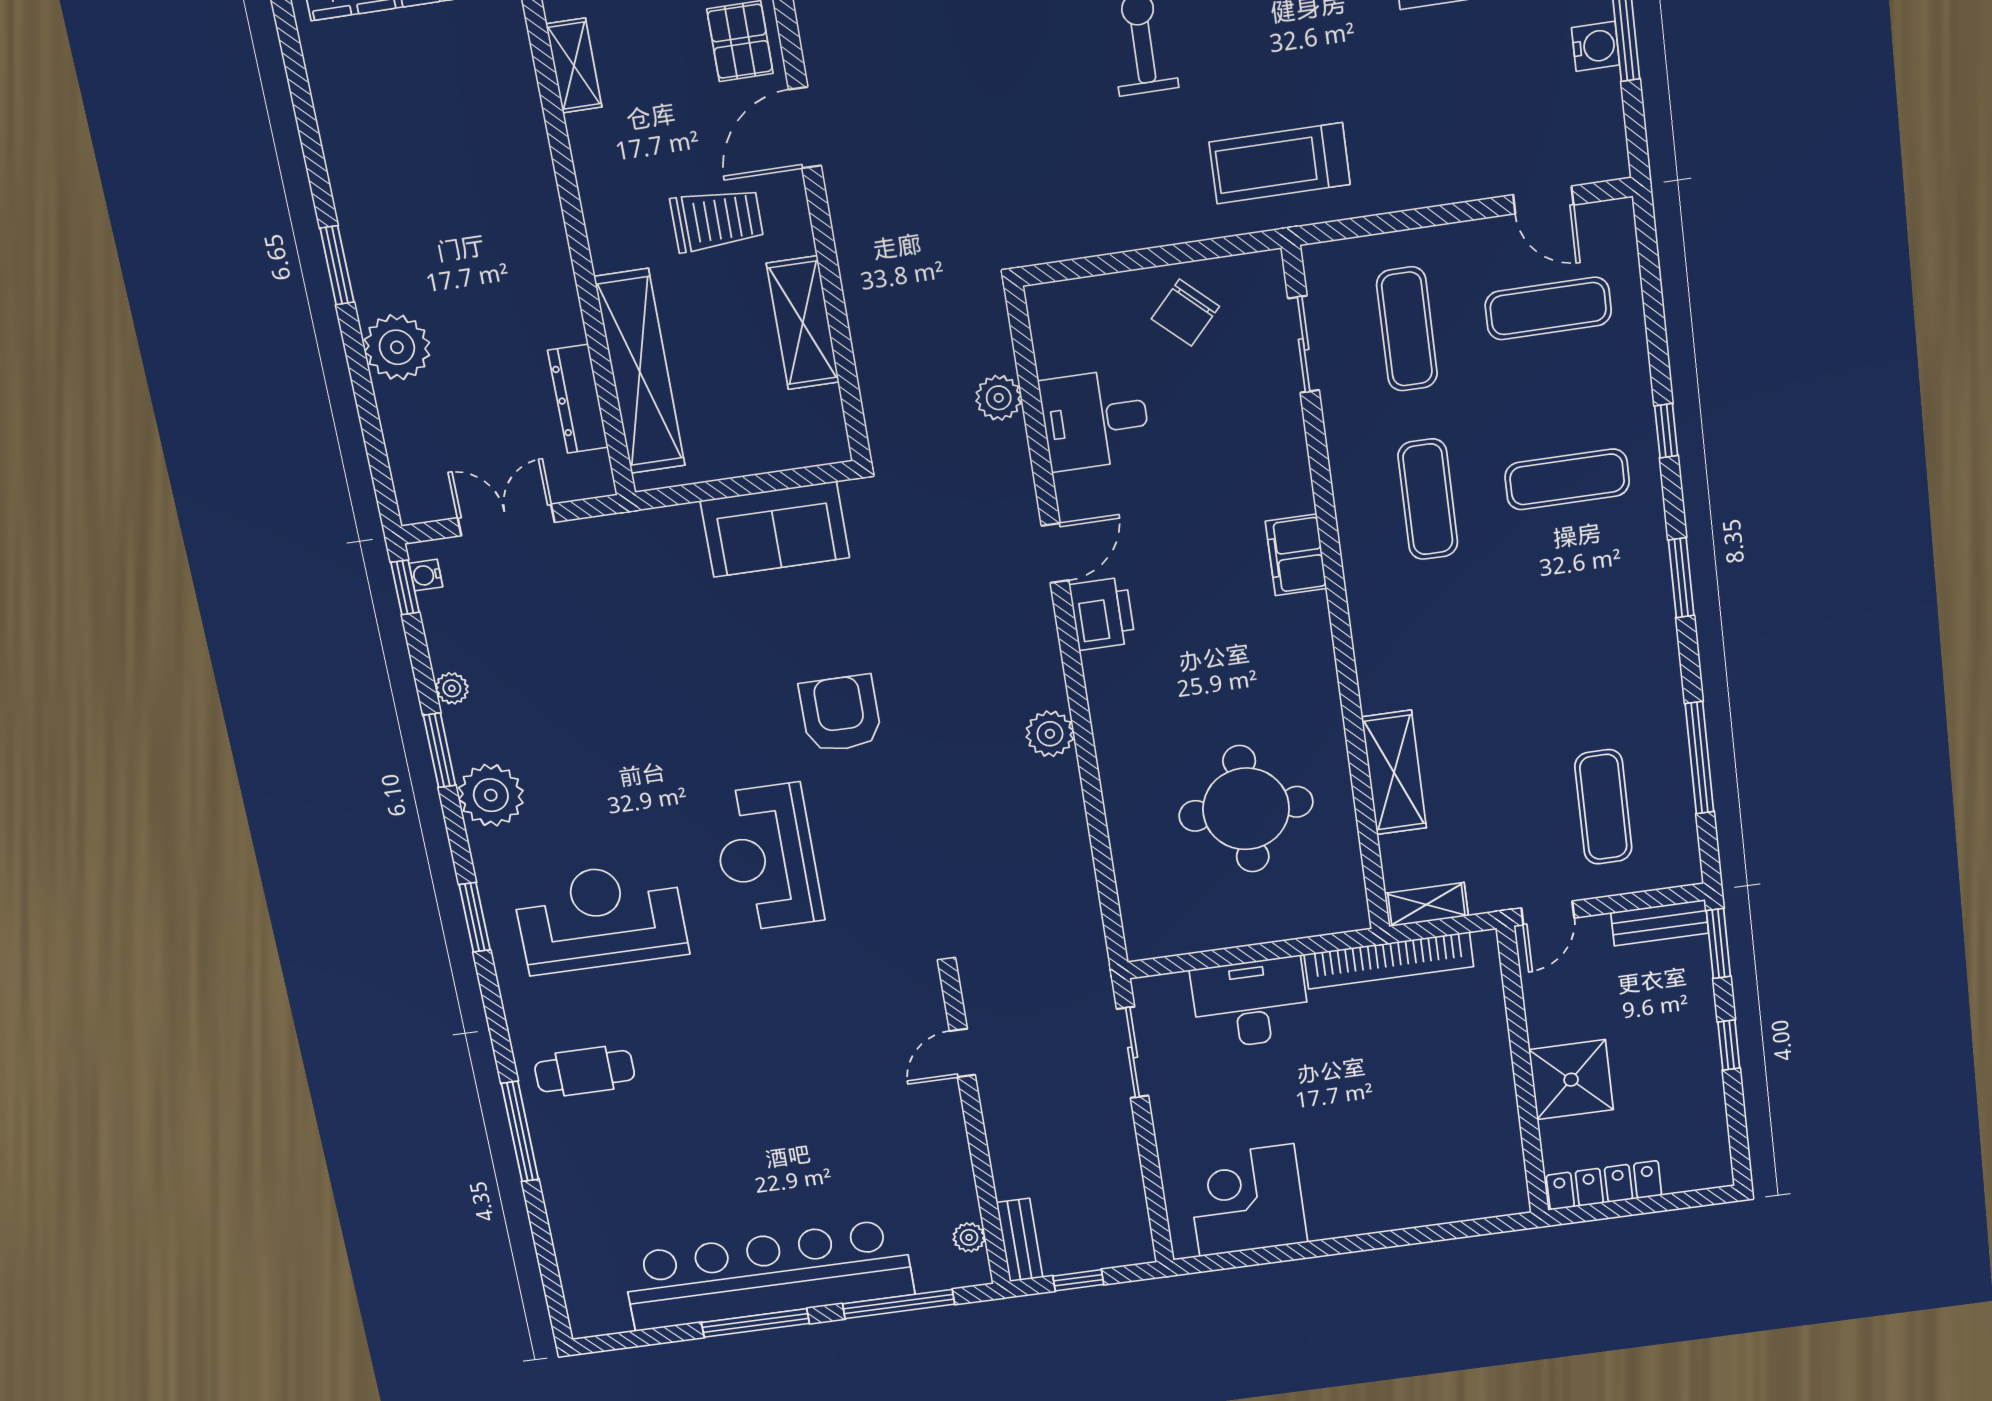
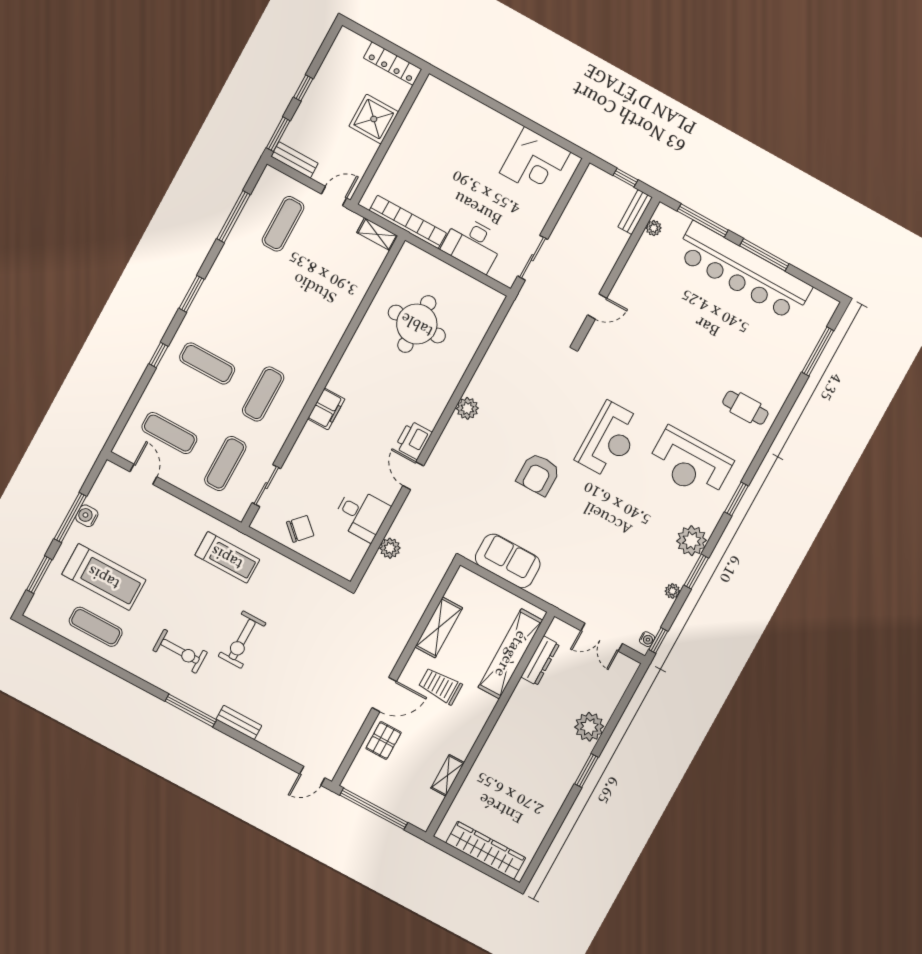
door: (1055, 553) -> (413, 476), hinge flipped
shelving: (1394, 772) -> (351, 297), removed
window: (520, 1131) -> (818, 352), moved

